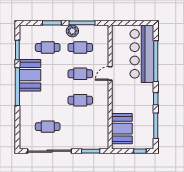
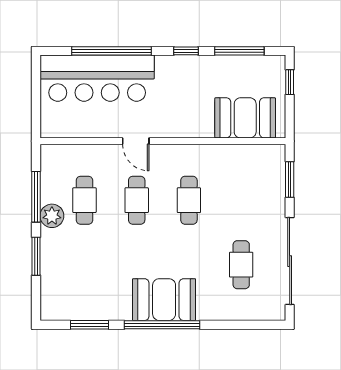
cafe table: (48, 47) -> (84, 265), removed
booth: (30, 75) -> (164, 300), moved

